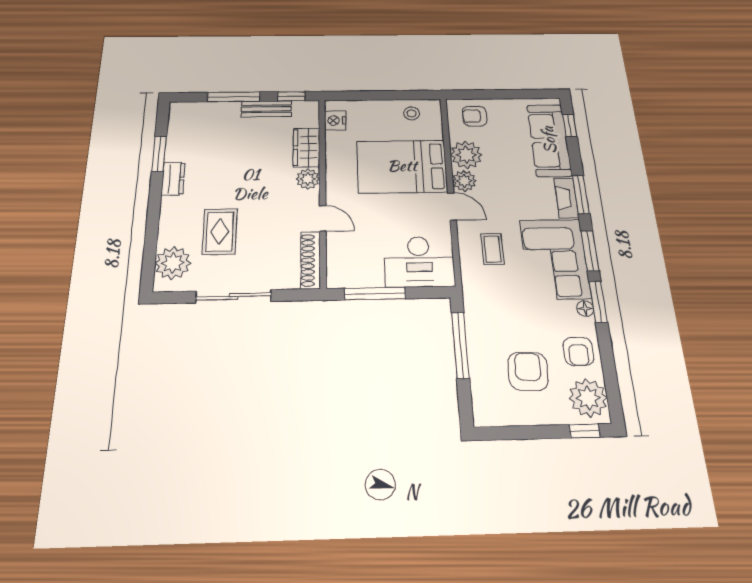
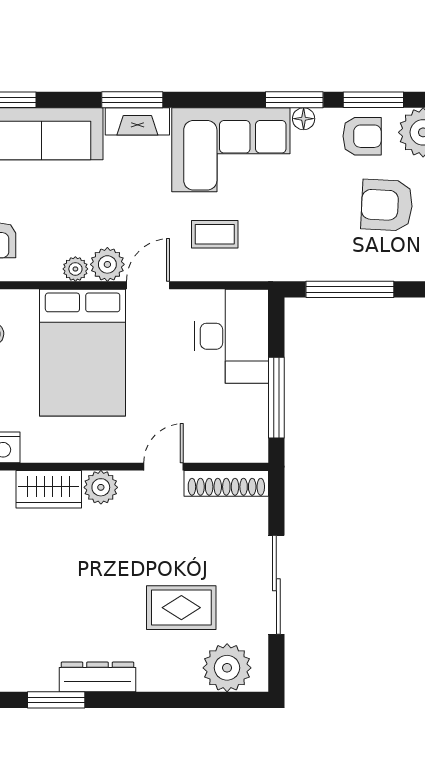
plant: (466, 155) -> (75, 269), width x0.53, depth x0.53
dresser: (173, 179) -> (97, 677), width x1.44
window: (590, 250) -> (373, 100), moved

